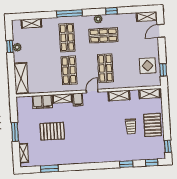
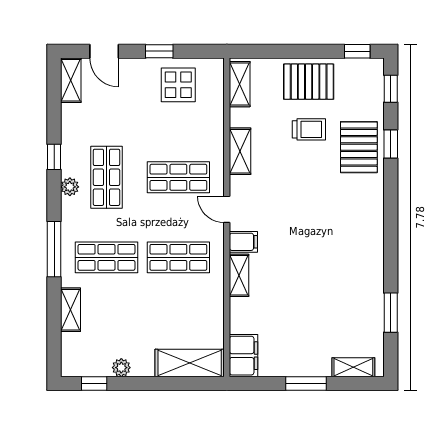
shelving: (31, 23) -> (71, 310), moved
window: (10, 47) -> (94, 383), moved
window: (163, 70) -> (159, 51), moved
filing cabinet: (42, 102) -> (244, 356), moved
pallet: (52, 131) -> (359, 147), moved

